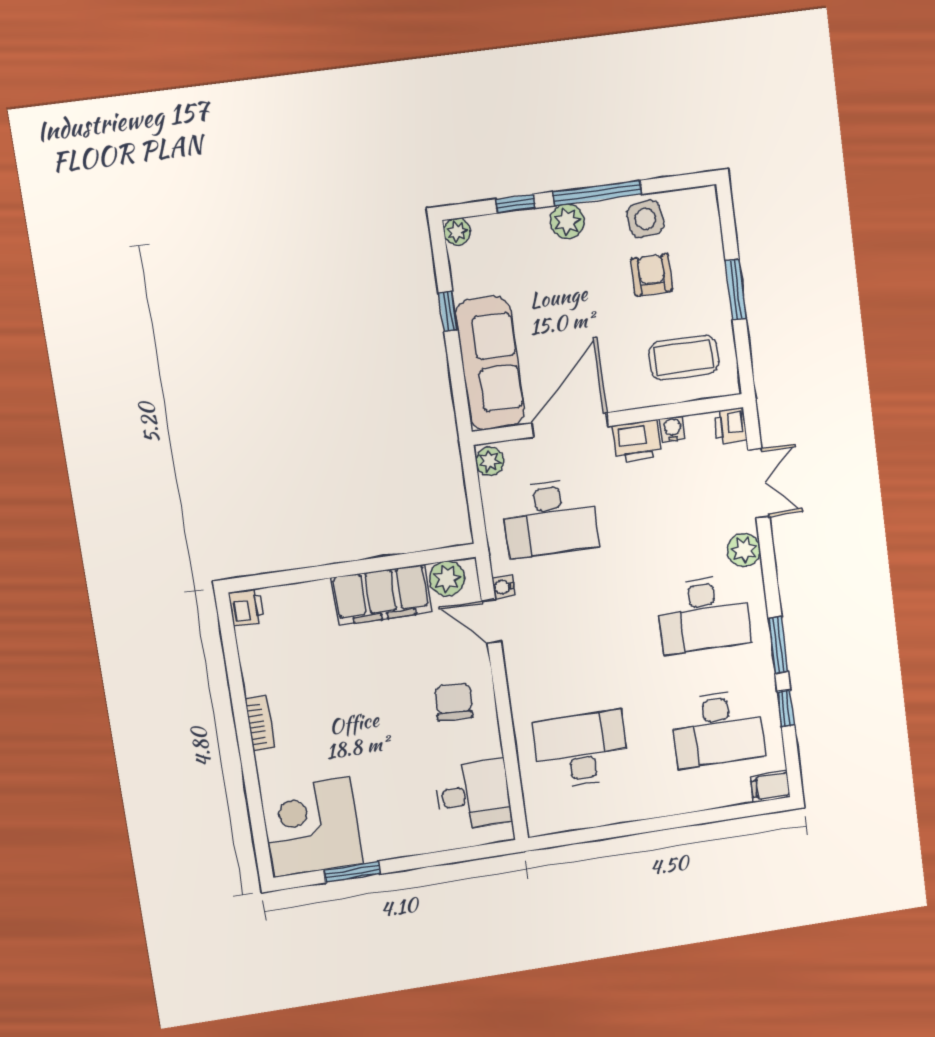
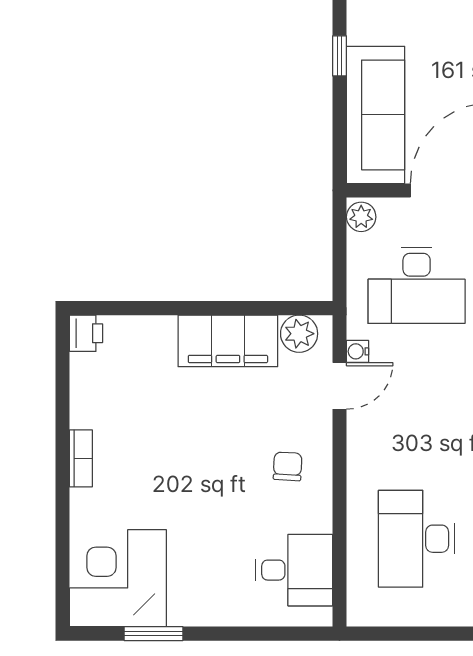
door: (491, 621) -> (340, 386), swing flipped
chair: (454, 702) -> (288, 466), width x0.73, depth x0.73
desk: (581, 749) -> (417, 539), turned -90

